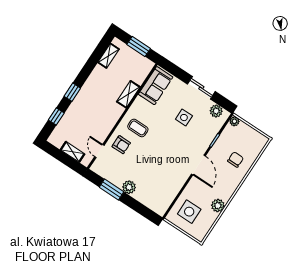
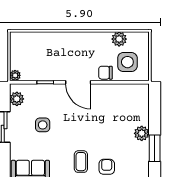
chair: (236, 160) -> (105, 73), moved
door: (198, 165) -> (78, 82), swing flipped
plant: (218, 206) -> (119, 39), moved

